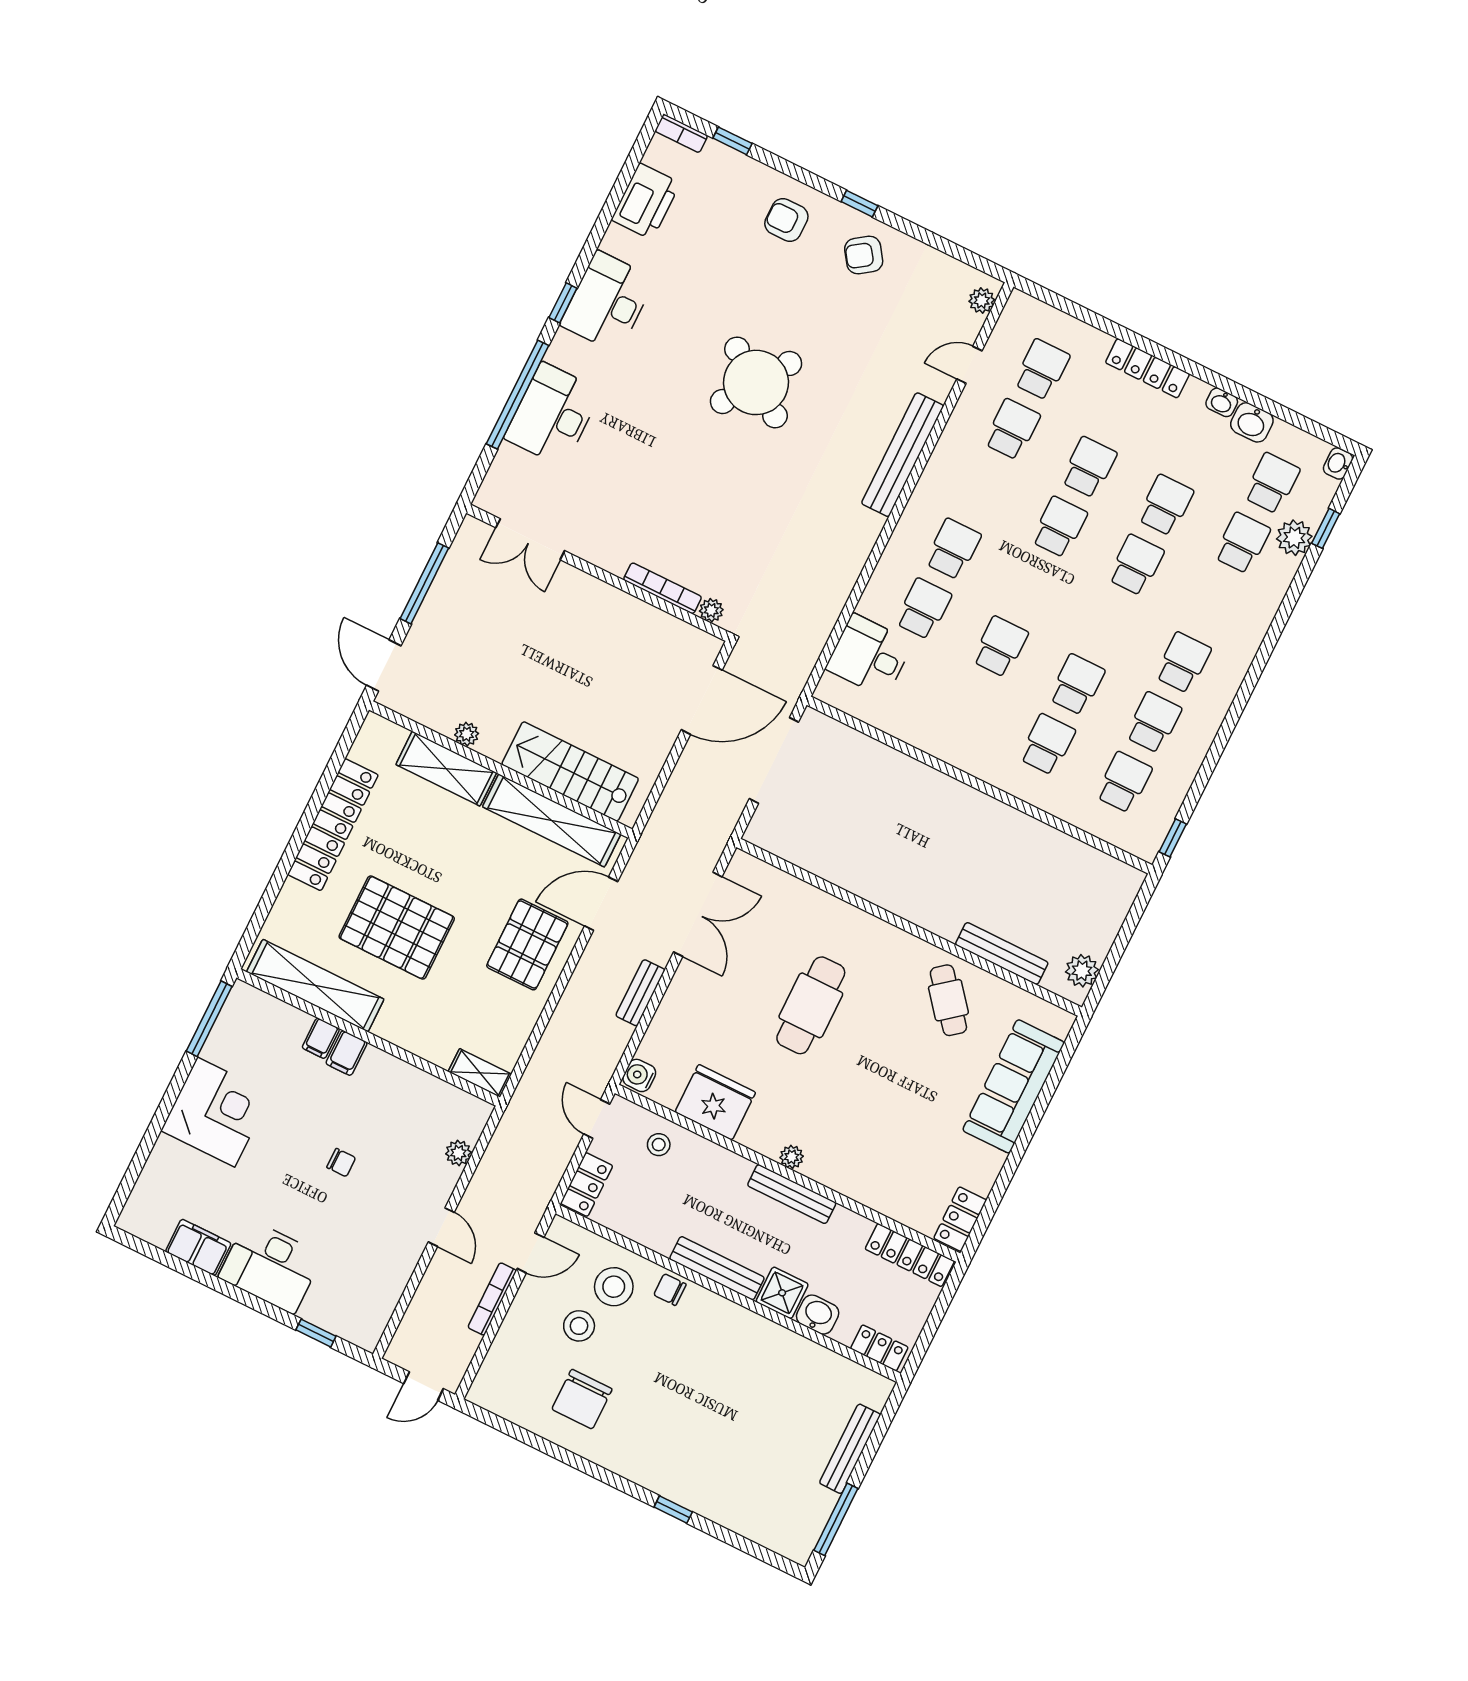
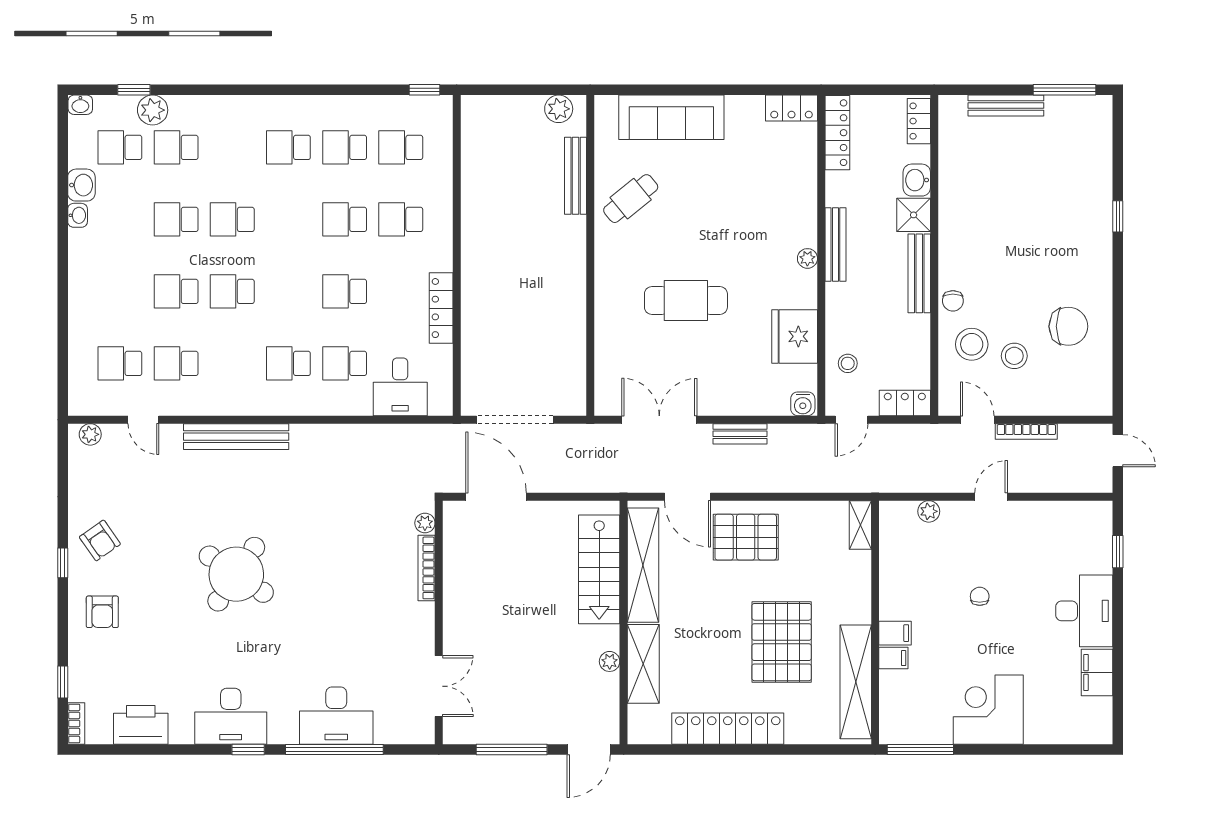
locker: (1147, 368) -> (441, 308), moved, turned 180

